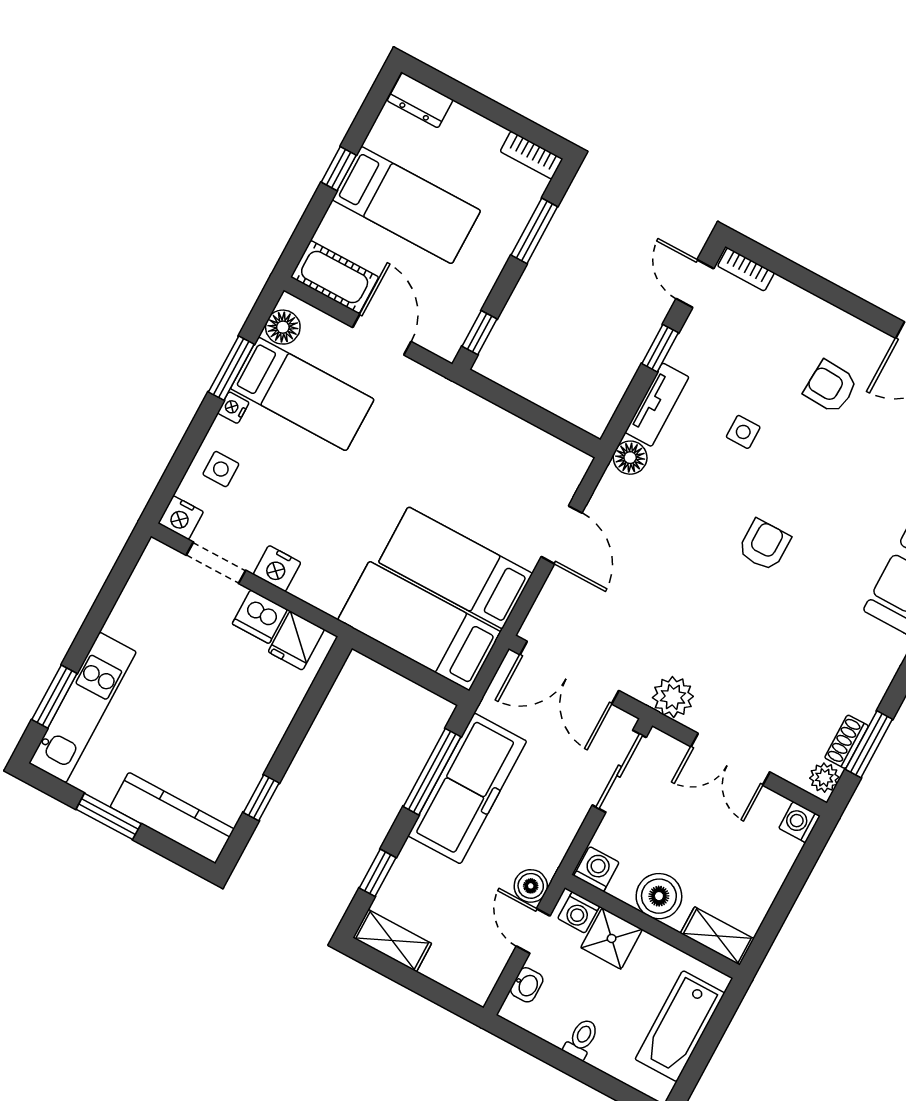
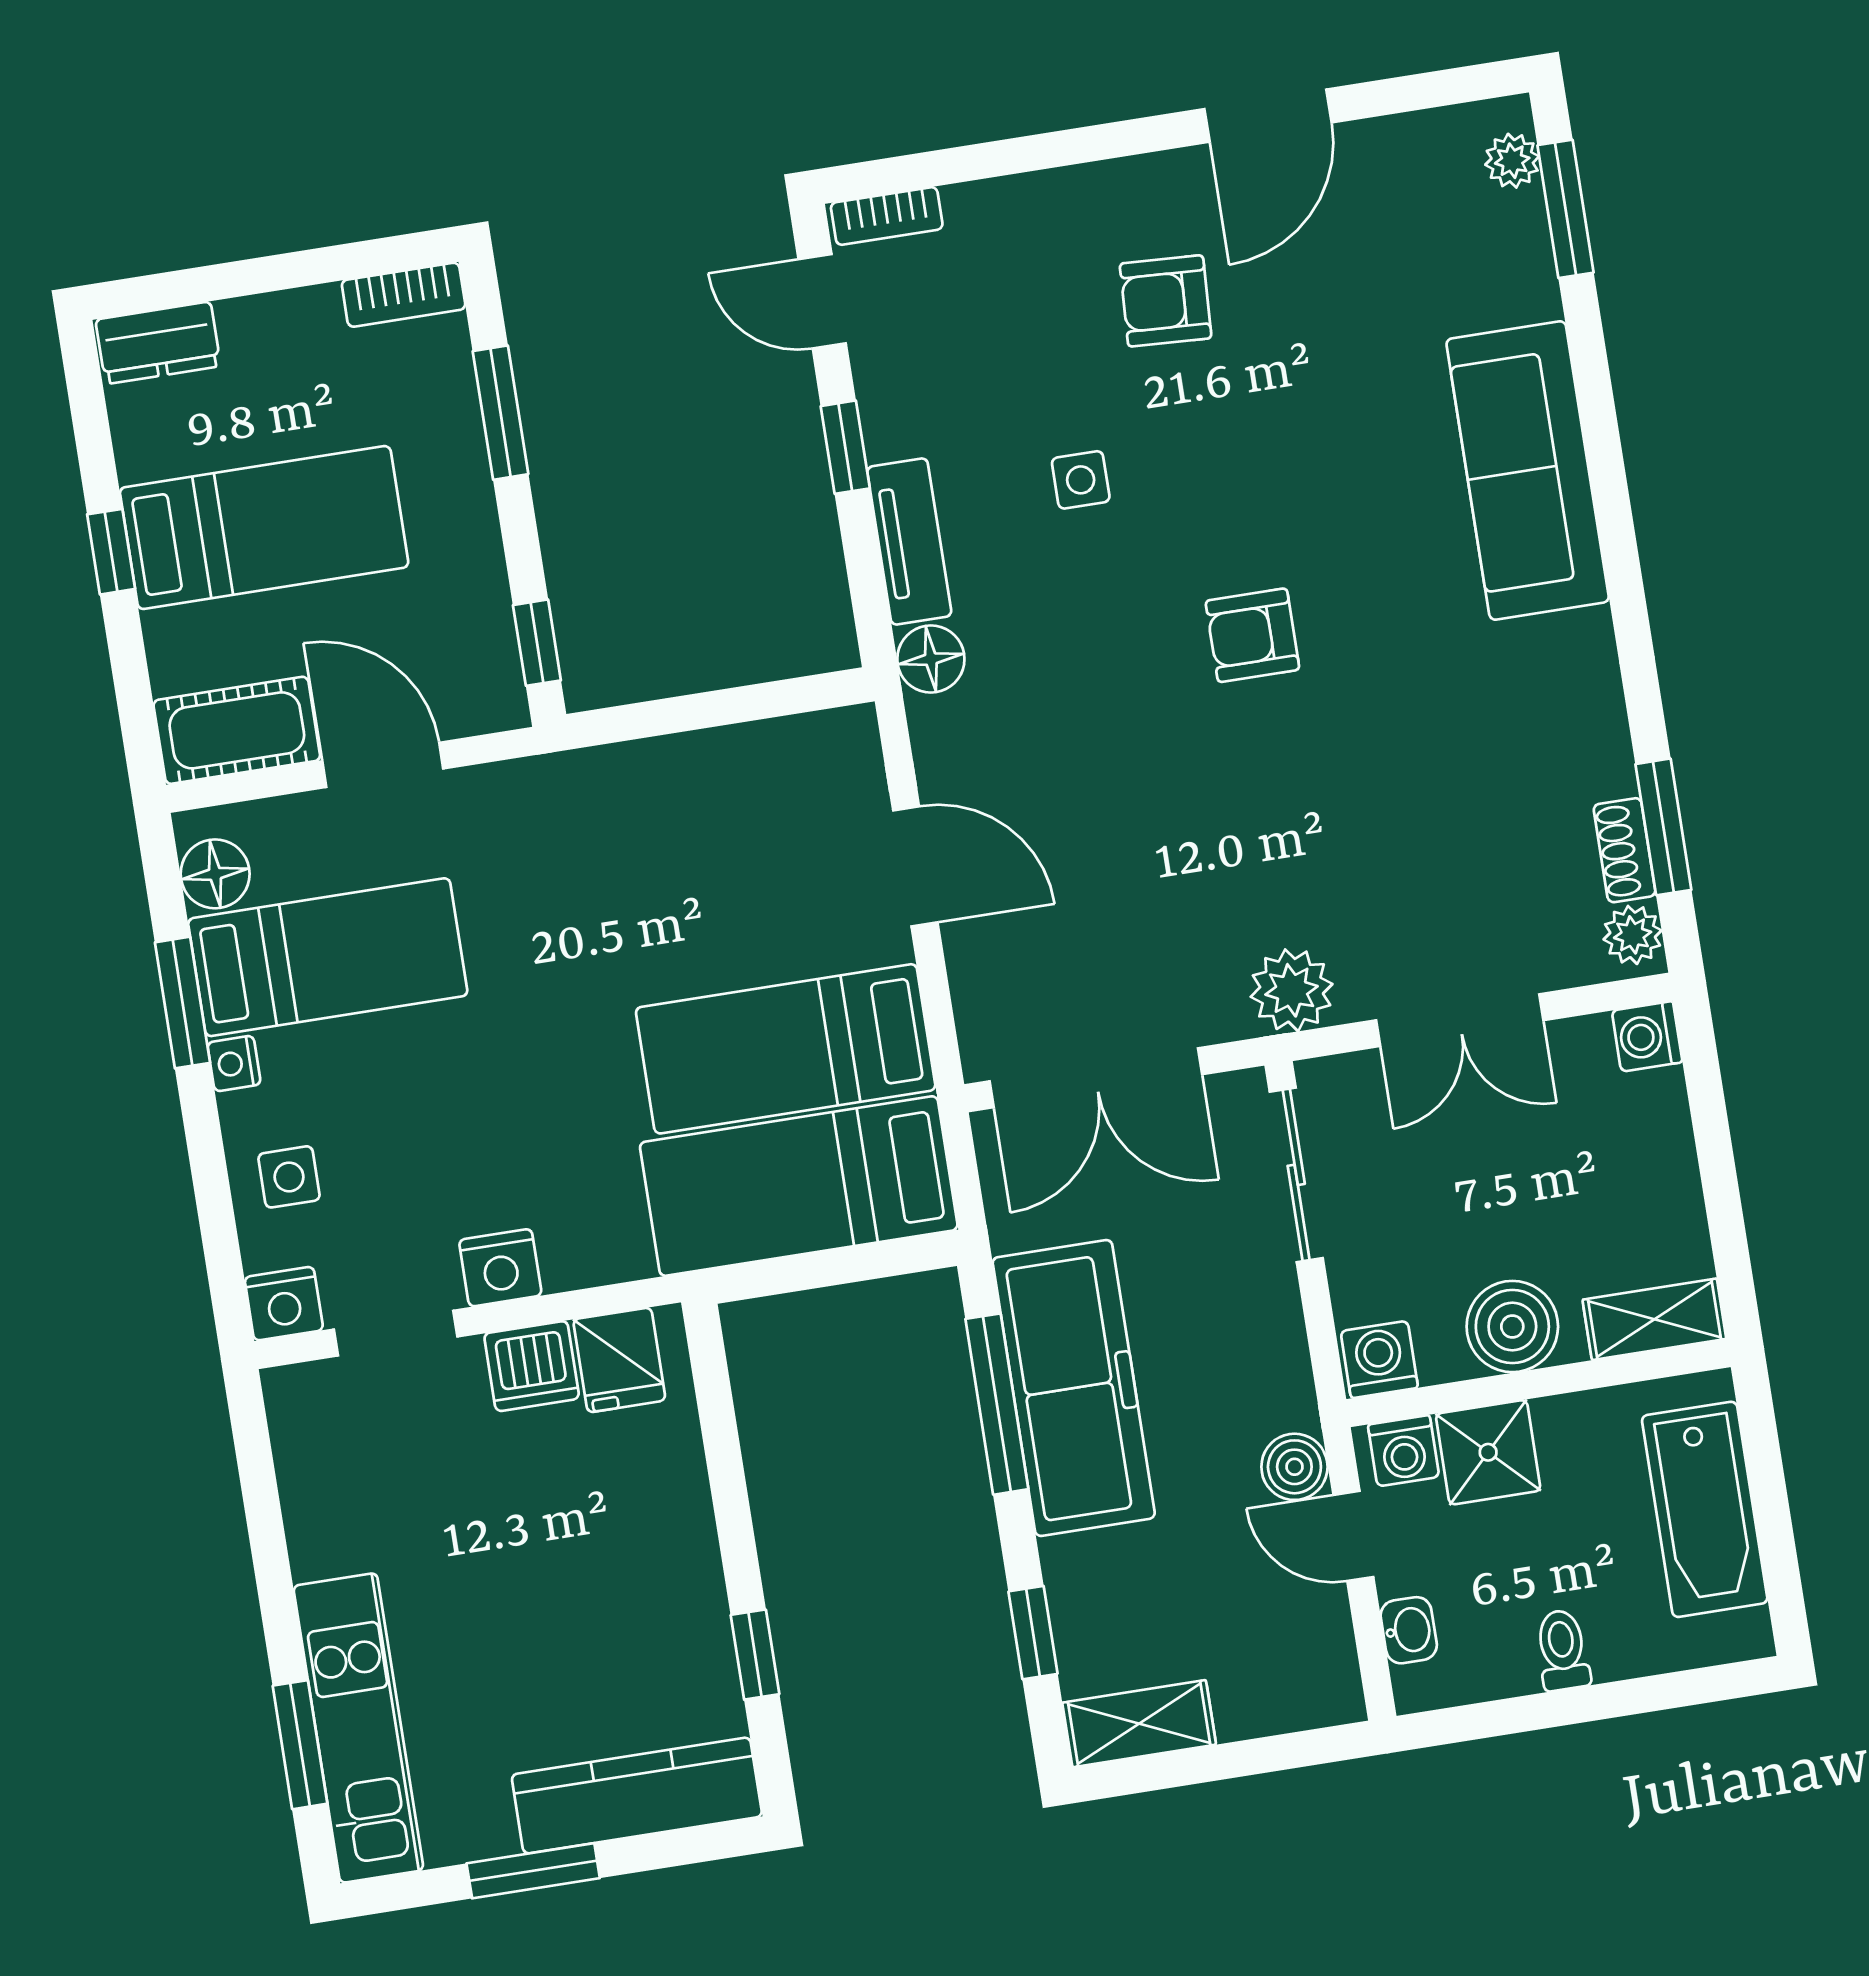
armchair: (764, 545) -> (1252, 635), turned -90

